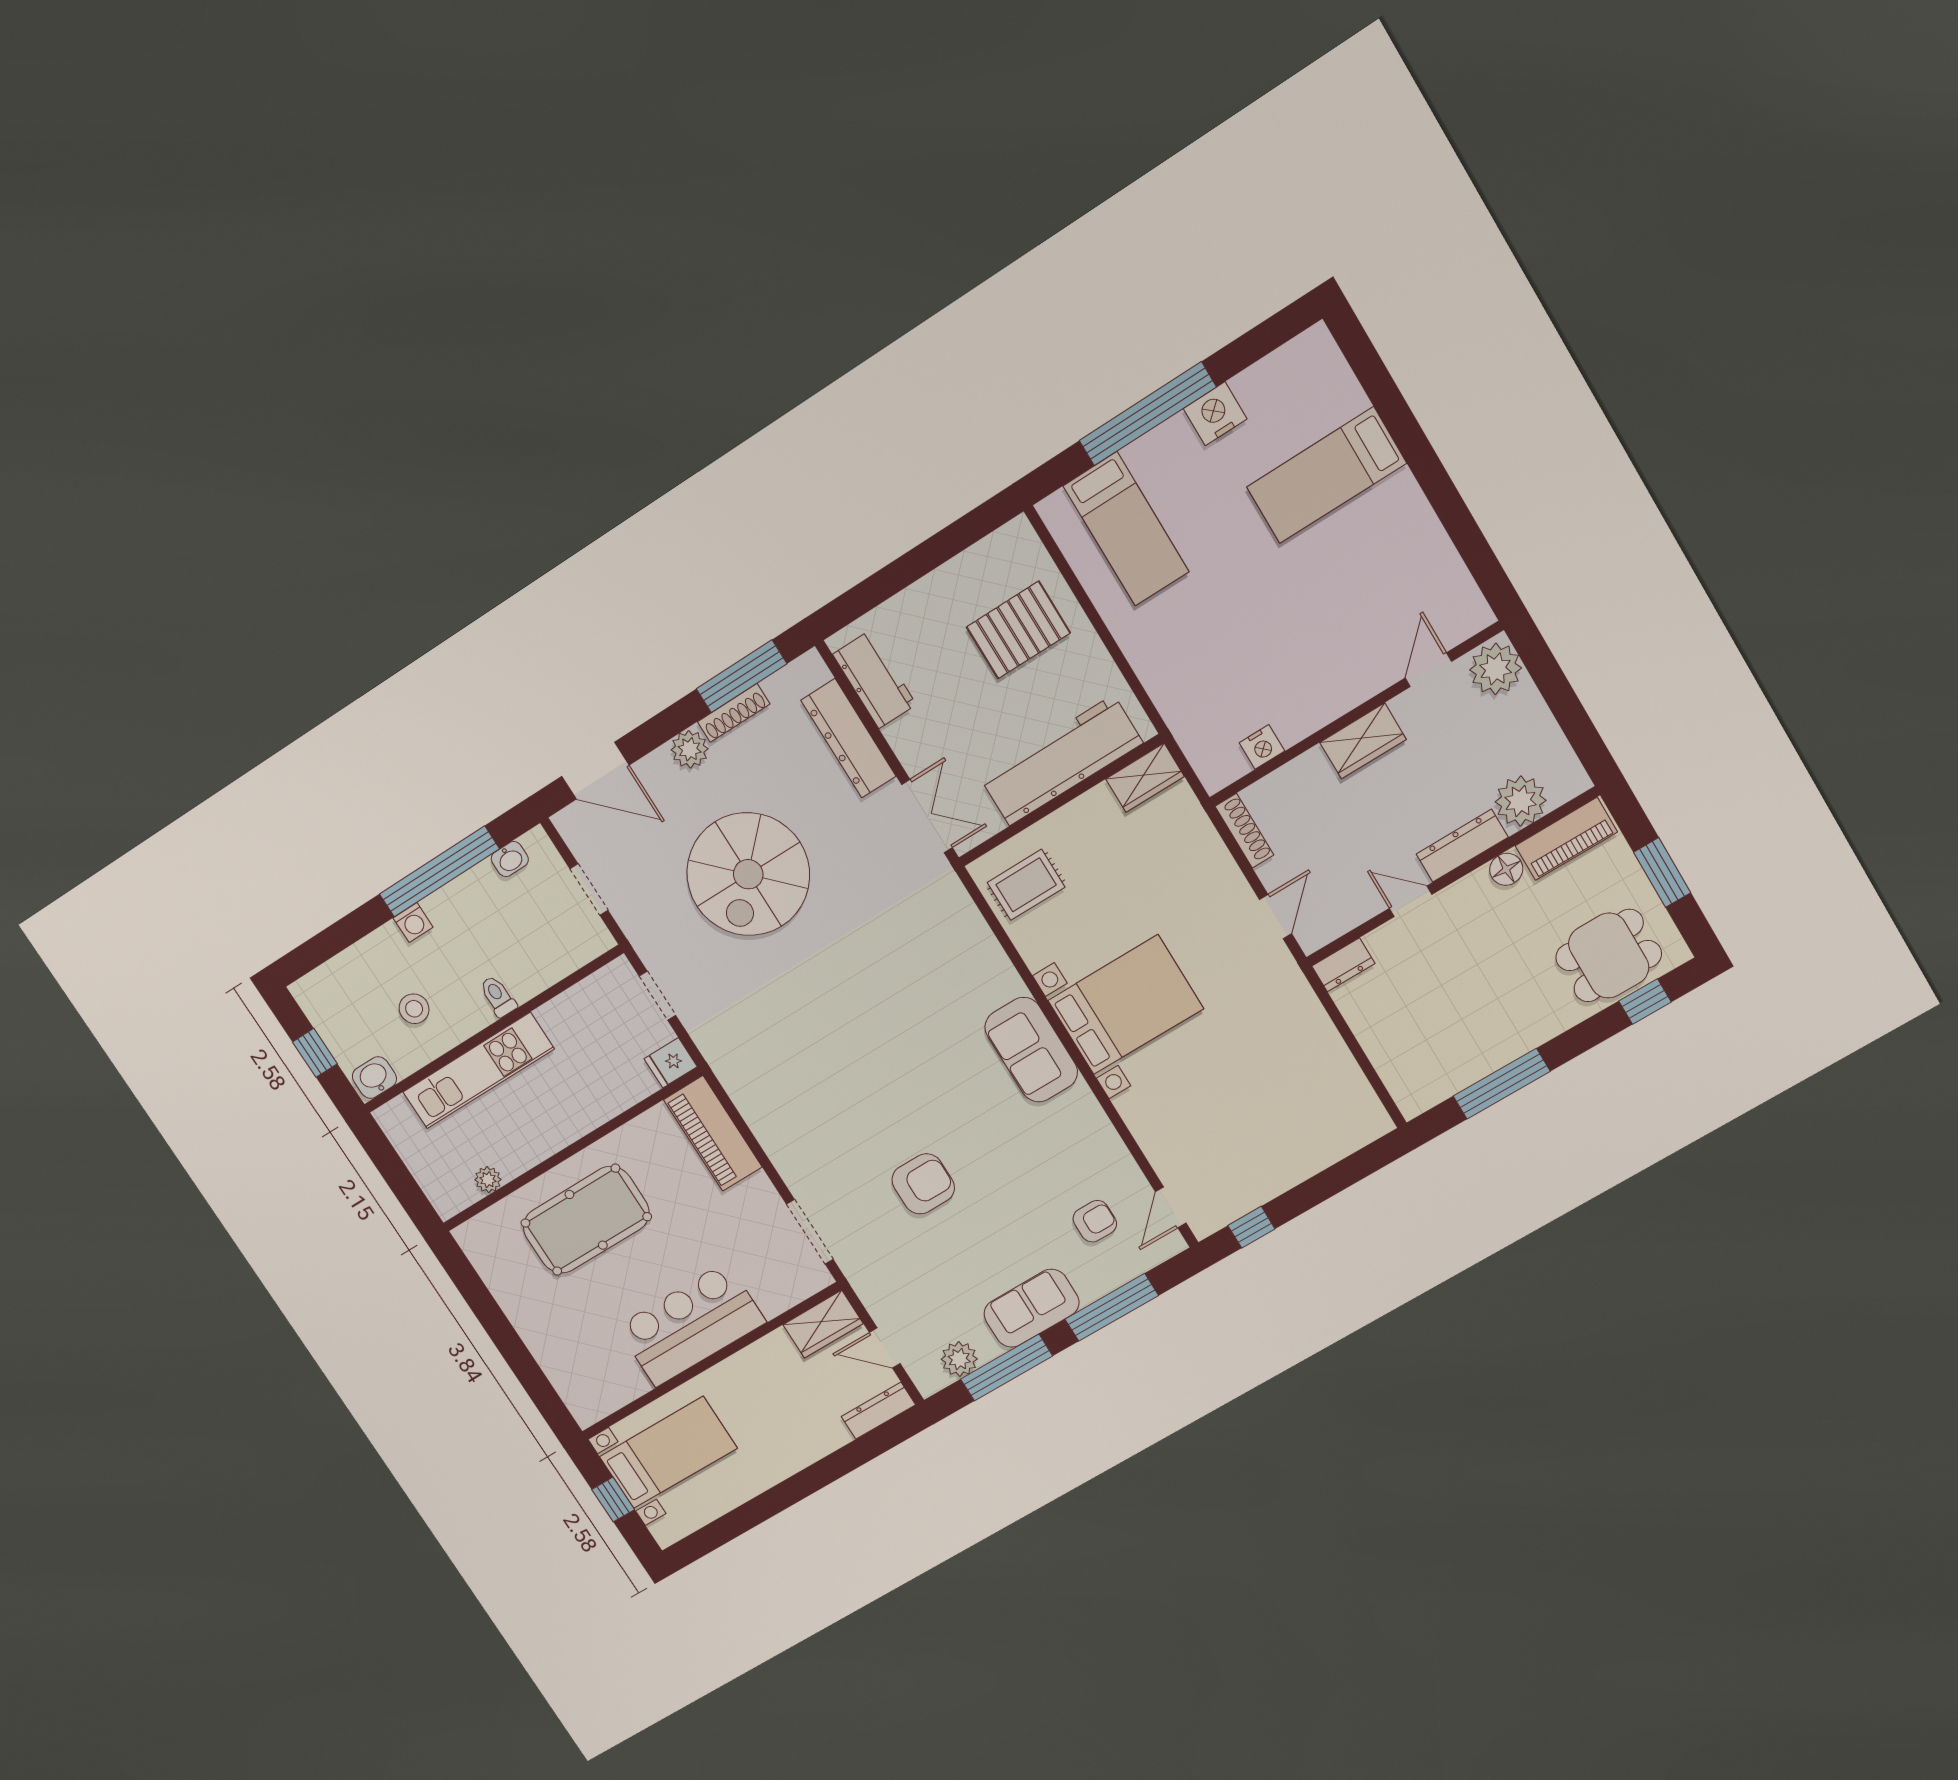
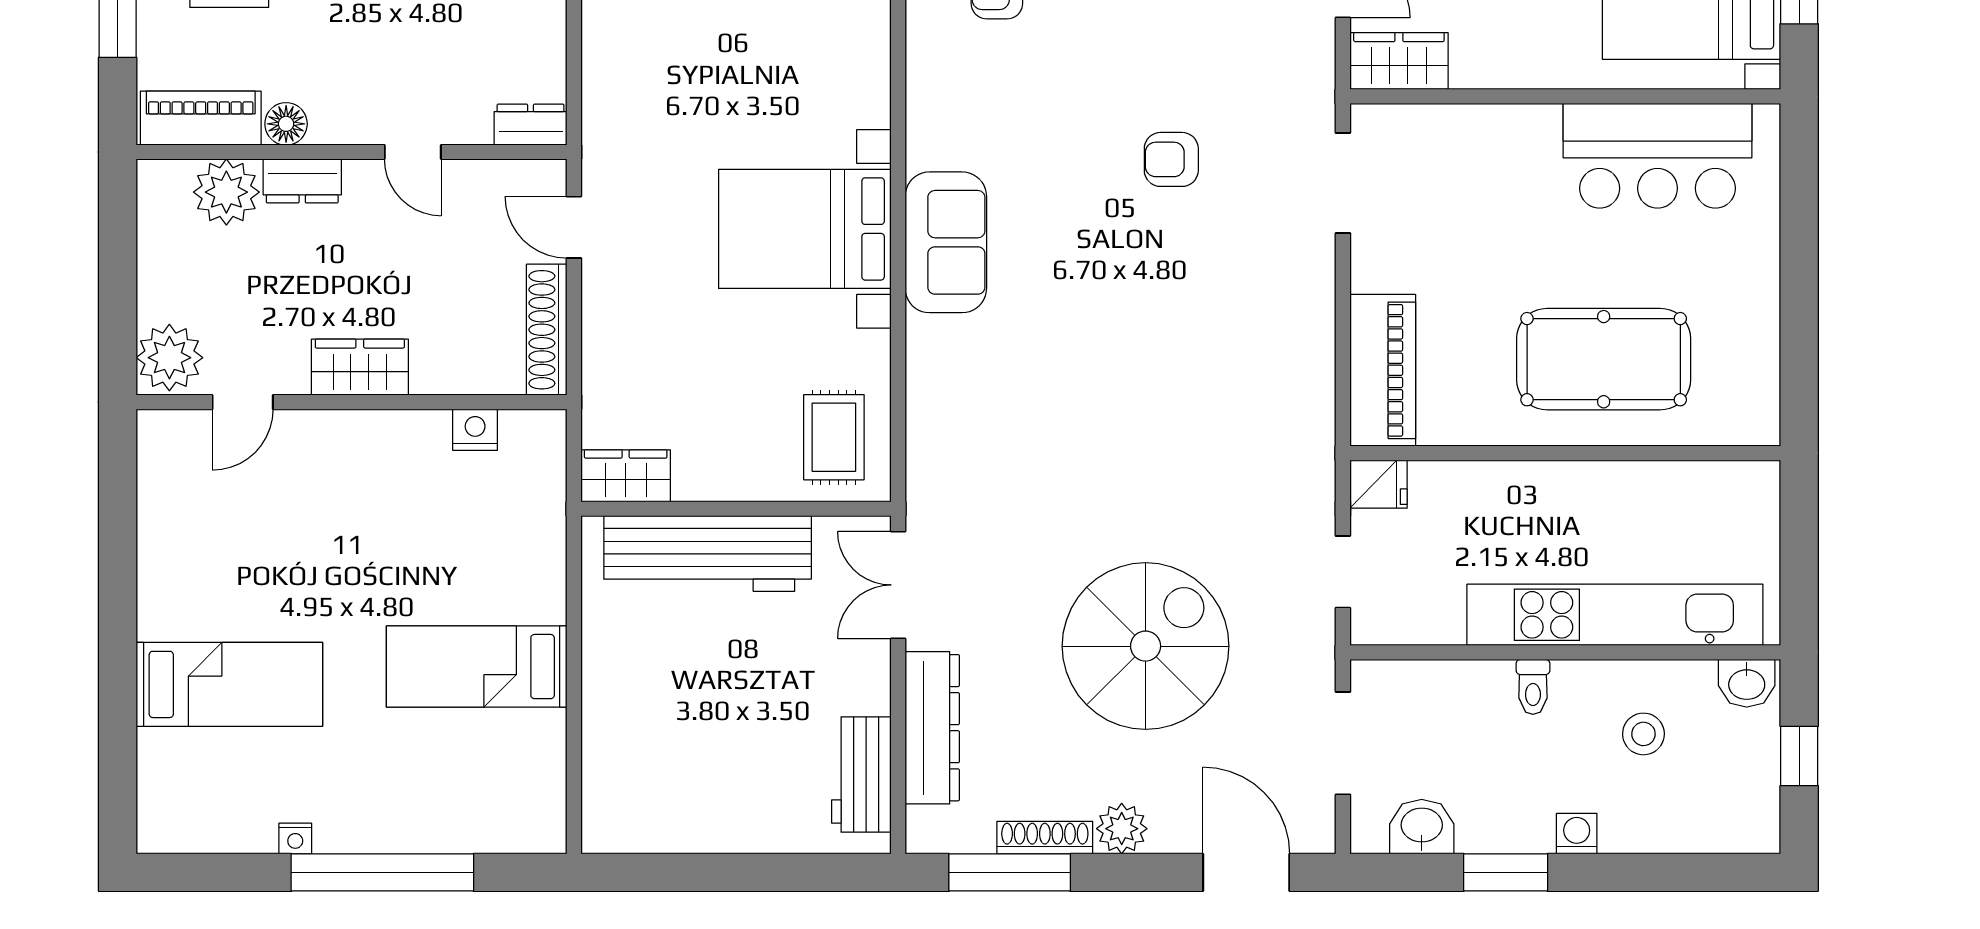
nightstand: (1215, 414) -> (295, 838), width x0.53, depth x0.56
bed: (1126, 529) -> (477, 667), moved, turned -90
pallet: (1018, 630) -> (666, 728), removed
shoe rack: (1244, 831) -> (547, 330), width x1.36, depth x1.24
dresser: (1462, 846) -> (302, 181), width x0.70
washbasin: (510, 859) -> (1422, 827), width x1.38, depth x1.45
window: (439, 871) -> (1506, 872), width x0.47
rug: (1026, 885) -> (834, 437), turned 90
doorway: (589, 889) -> (1343, 743), width x1.38
door: (1276, 917) -> (574, 227), hinge flipped
kitchen unit: (478, 1071) -> (1615, 615), width x1.36
plant: (488, 1180) -> (1691, 479), removed
armchair: (923, 1184) -> (1171, 159), width x0.72, depth x0.72
bar counter: (691, 1325) -> (1658, 156), moved

